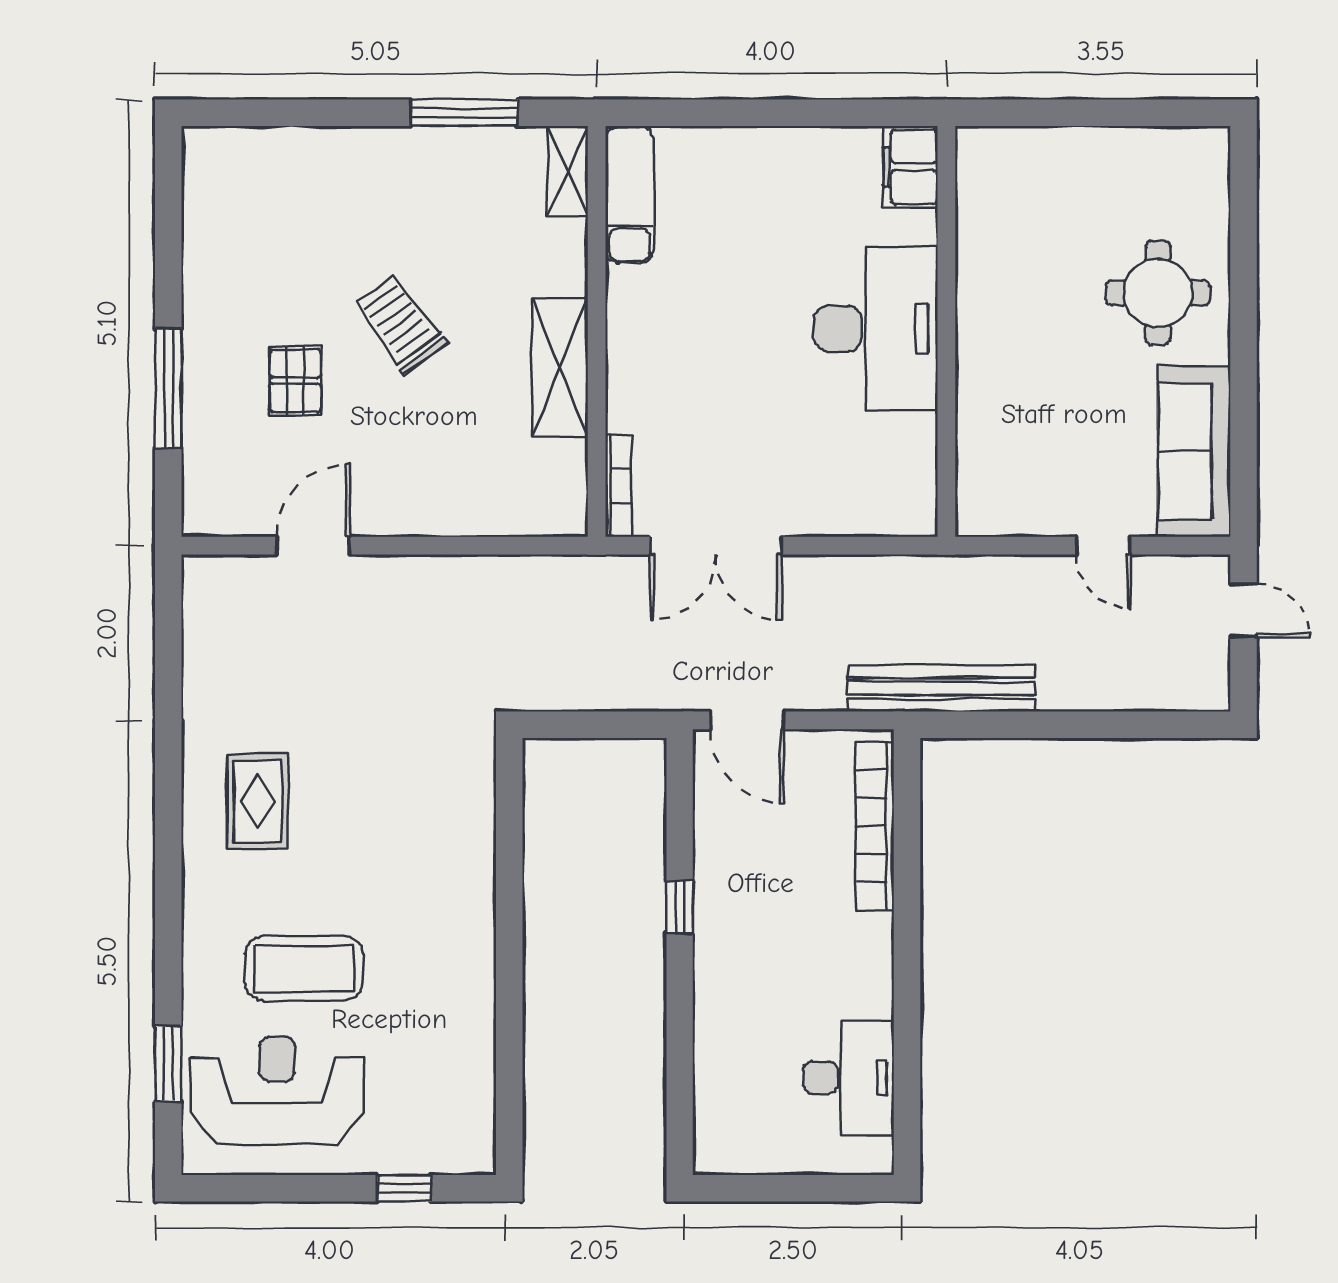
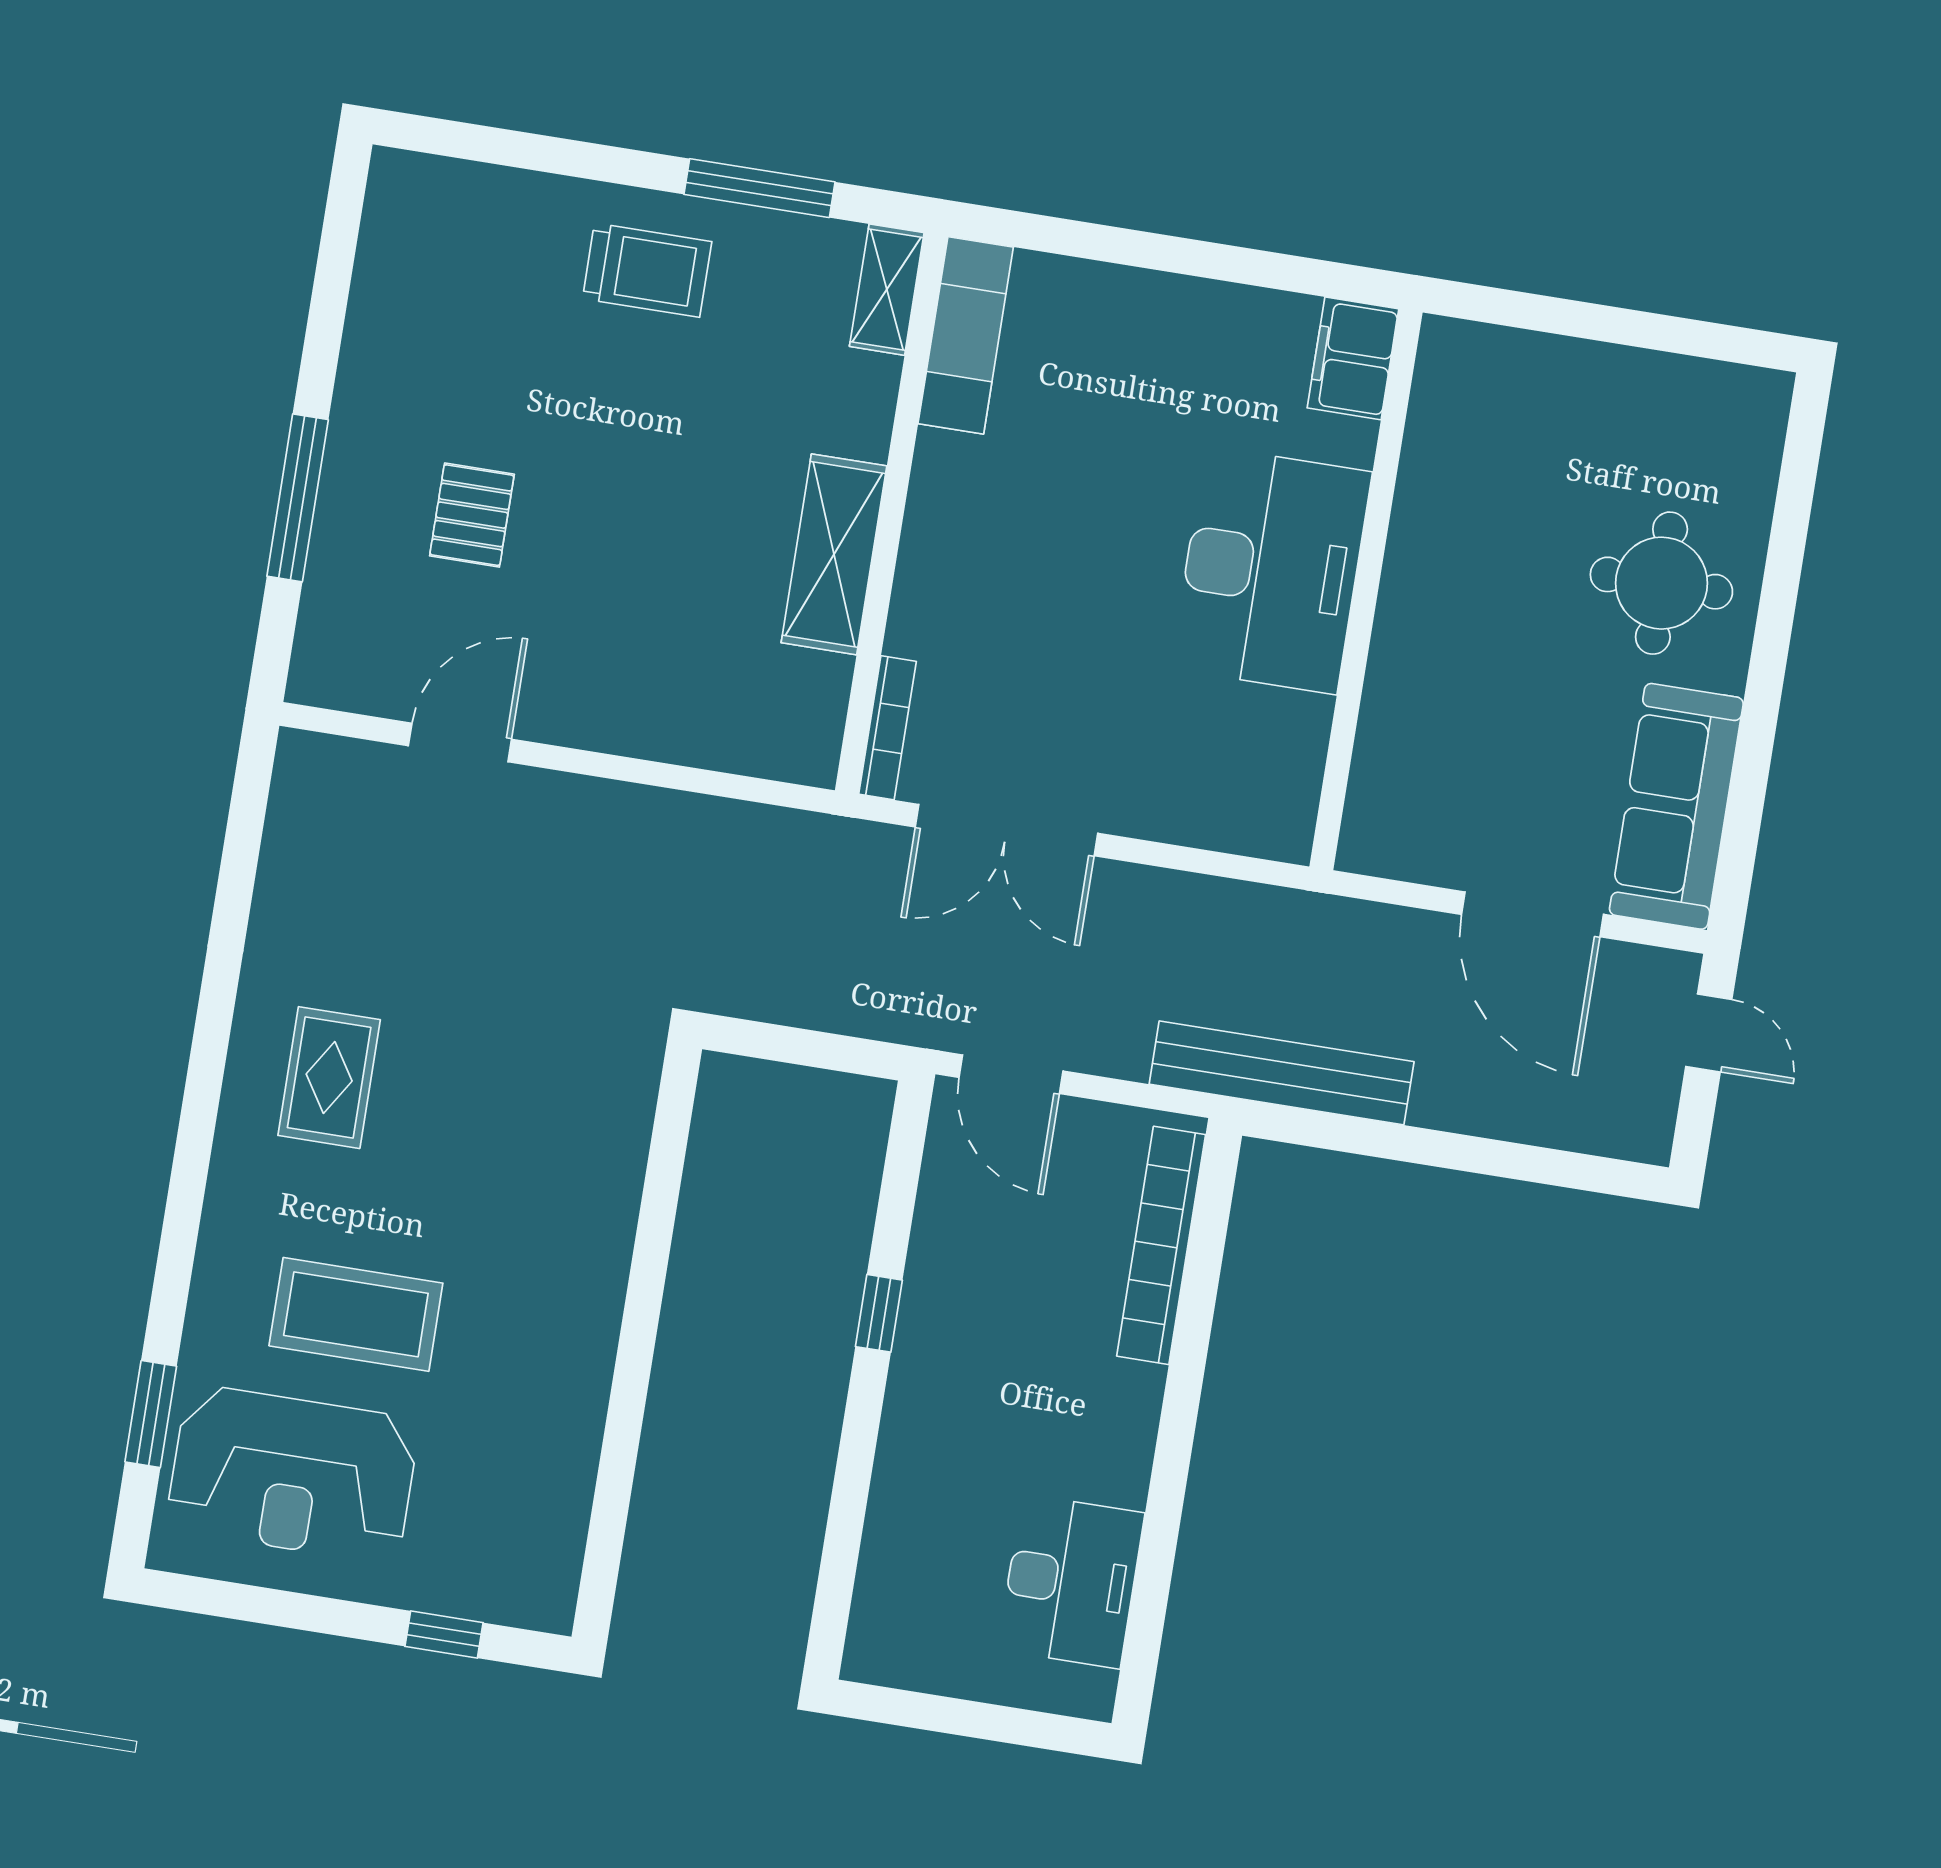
trolley: (400, 324) -> (647, 270), moved, turned 126
door: (1103, 546) -> (1532, 914), width x1.88
reception desk: (277, 1090) -> (293, 1474), turned 180

